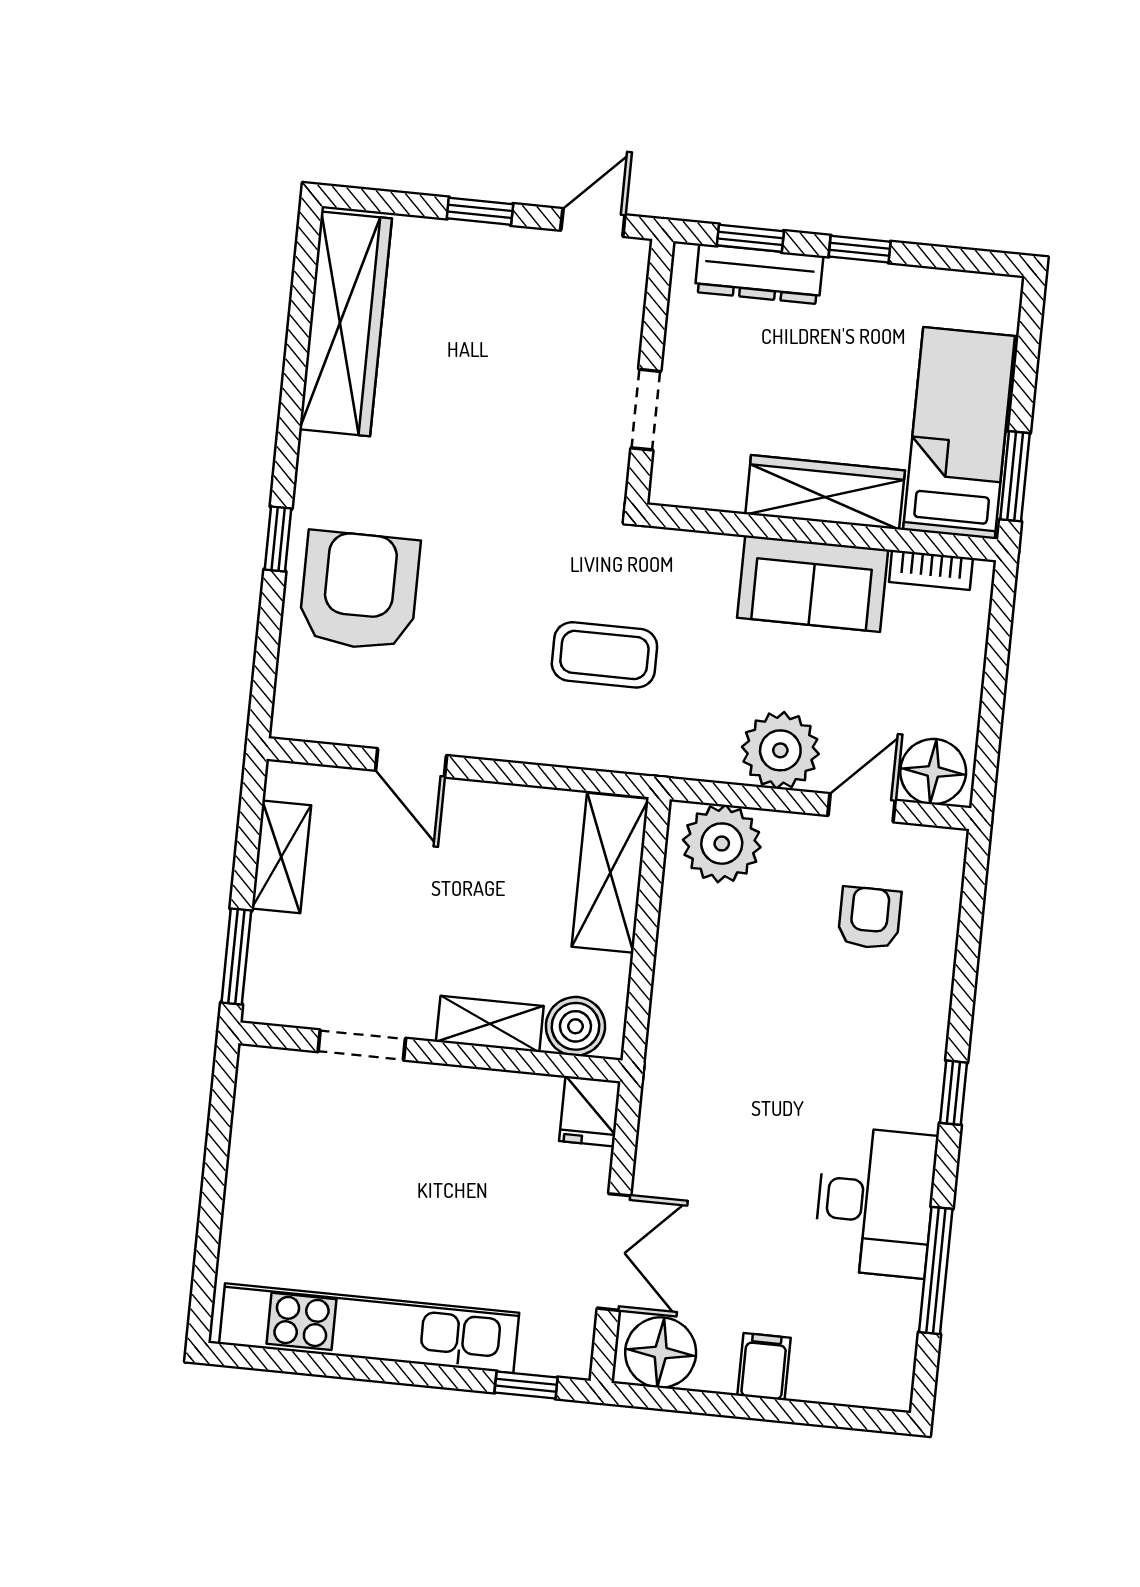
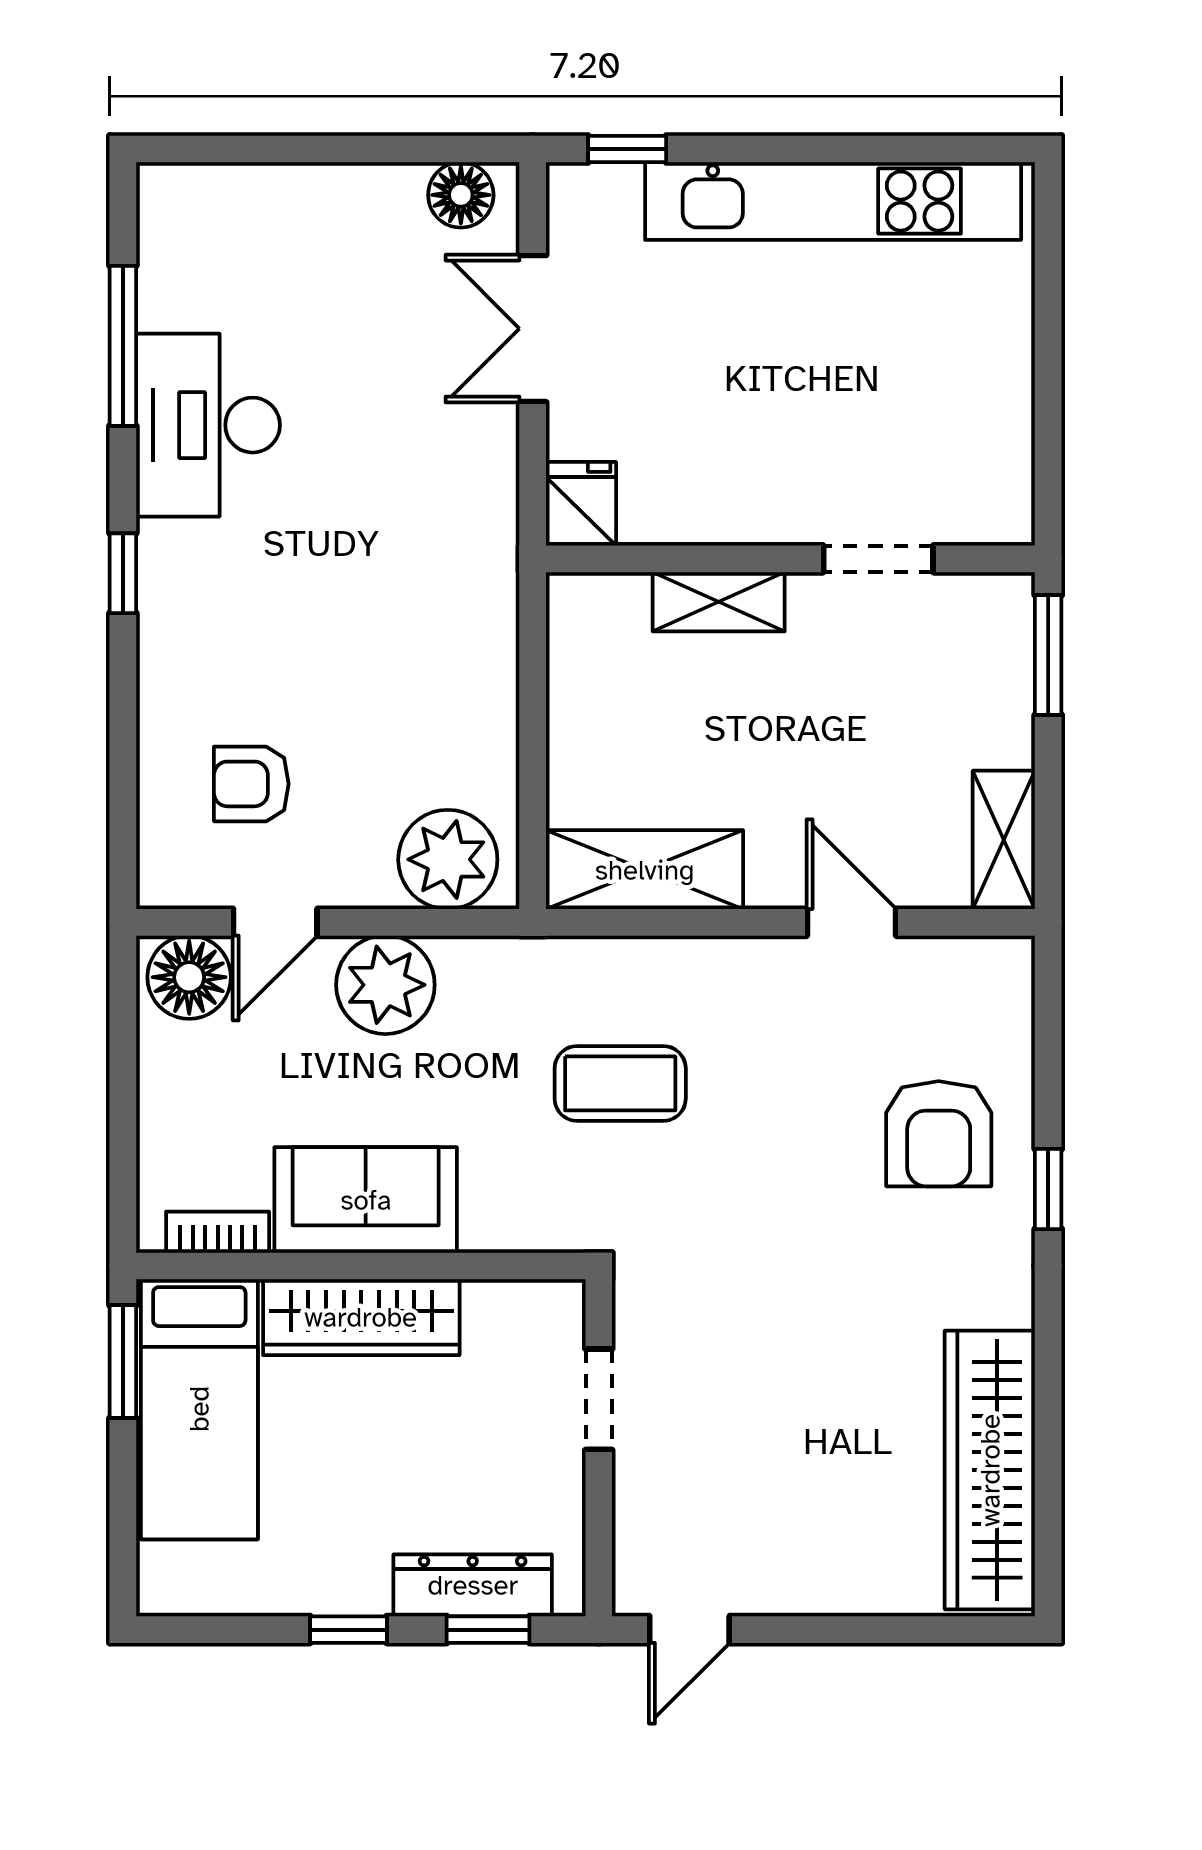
window: (480, 211) -> (834, 1630), removed
armchair: (359, 591) -> (939, 1134), width x0.73, depth x0.73
shelving: (281, 857) -> (1004, 840), moved
shelving: (610, 873) -> (645, 870), moved, turned 90
armchair: (869, 918) -> (251, 784), turned 90
boiler: (575, 1026) -> (610, 609), removed
floor lamp: (661, 1353) -> (461, 195), width x0.73, depth x0.73
filing cabinet: (764, 1367) -> (328, 202), removed

